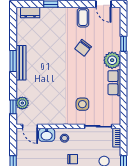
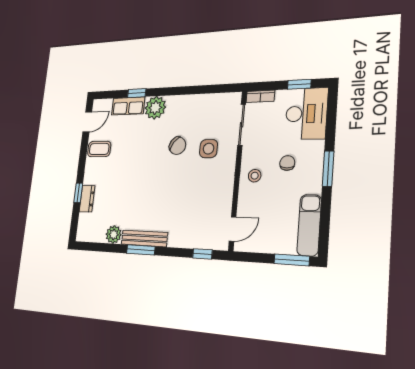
dresser: (30, 12) -> (87, 199), moved
chair: (83, 48) -> (177, 146), moved
row of seats: (114, 83) -> (128, 106), moved
plant: (22, 103) -> (114, 235), moved
washbasin: (47, 135) -> (247, 203), removed

